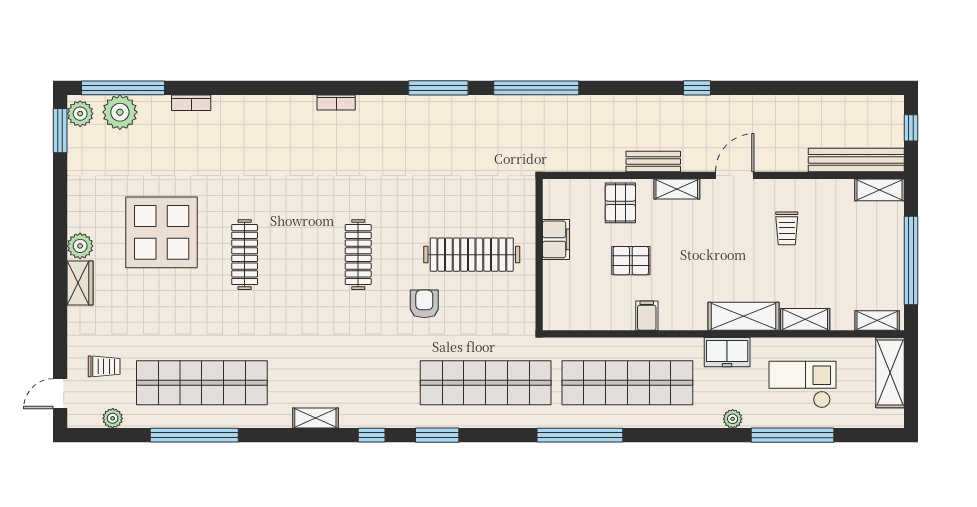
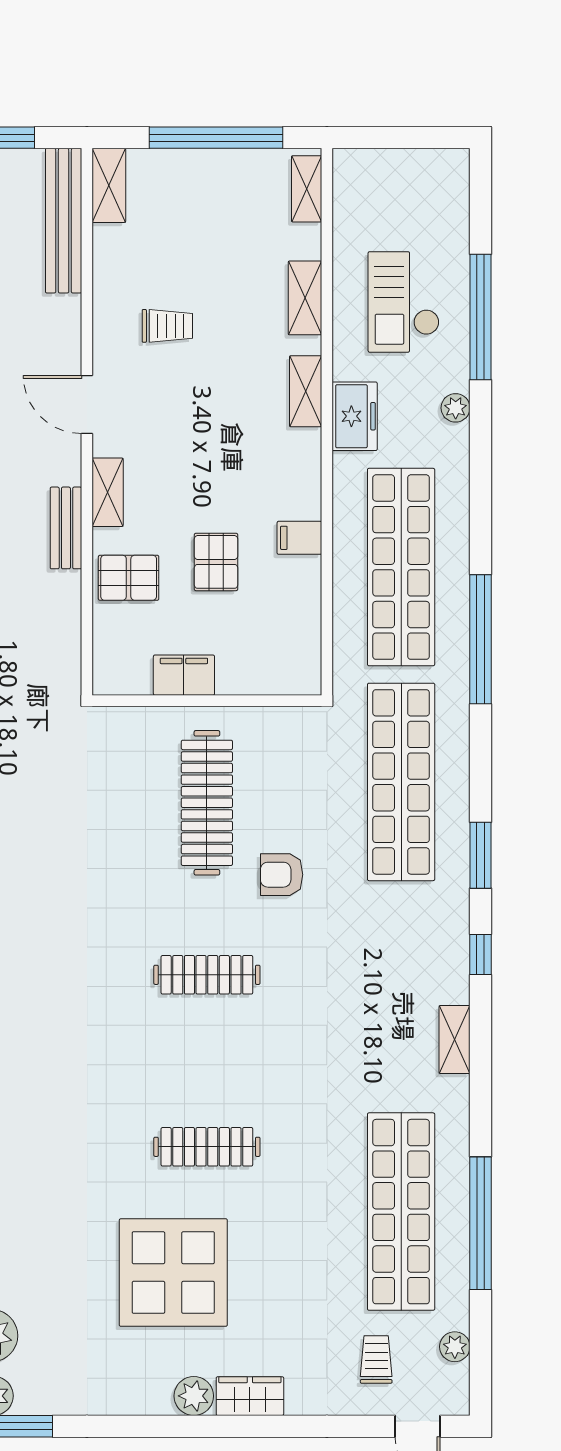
shelving: (744, 316) -> (306, 391), width x0.67, depth x0.75
shelving: (890, 373) -> (386, 170), removed

